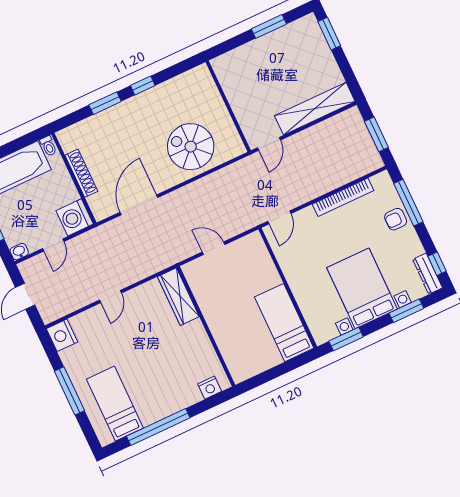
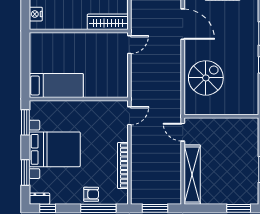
door: (279, 217) -> (129, 116), swing flipped
armchair: (396, 219) -> (91, 194), turned 90
door: (214, 248) -> (129, 45), moved
dresser: (427, 274) -> (39, 199), width x0.70

